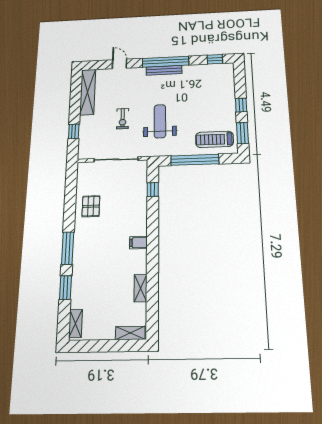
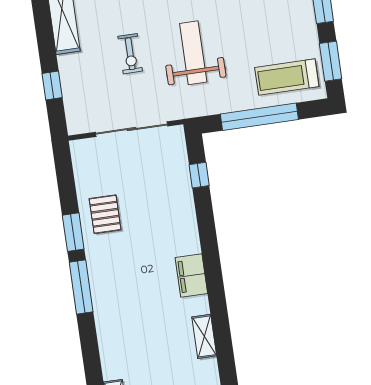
filing cabinet: (138, 243) -> (191, 276), width x2.00
window: (66, 288) -> (73, 232), moved

